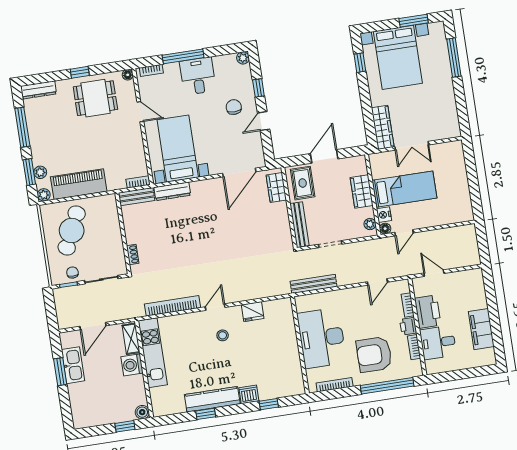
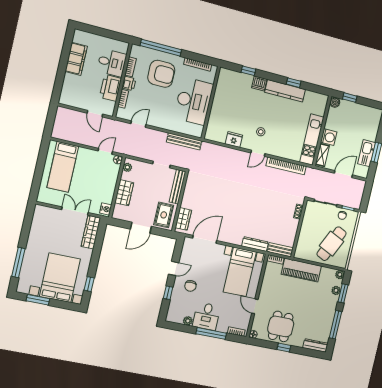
plant: (243, 58) -> (188, 321), moved
dining table: (95, 98) -> (281, 326), turned 90
piano: (79, 184) -> (301, 270), moved
bed: (405, 189) -> (63, 167), moved, turned -90
nightstand: (384, 215) -> (106, 209), moved

